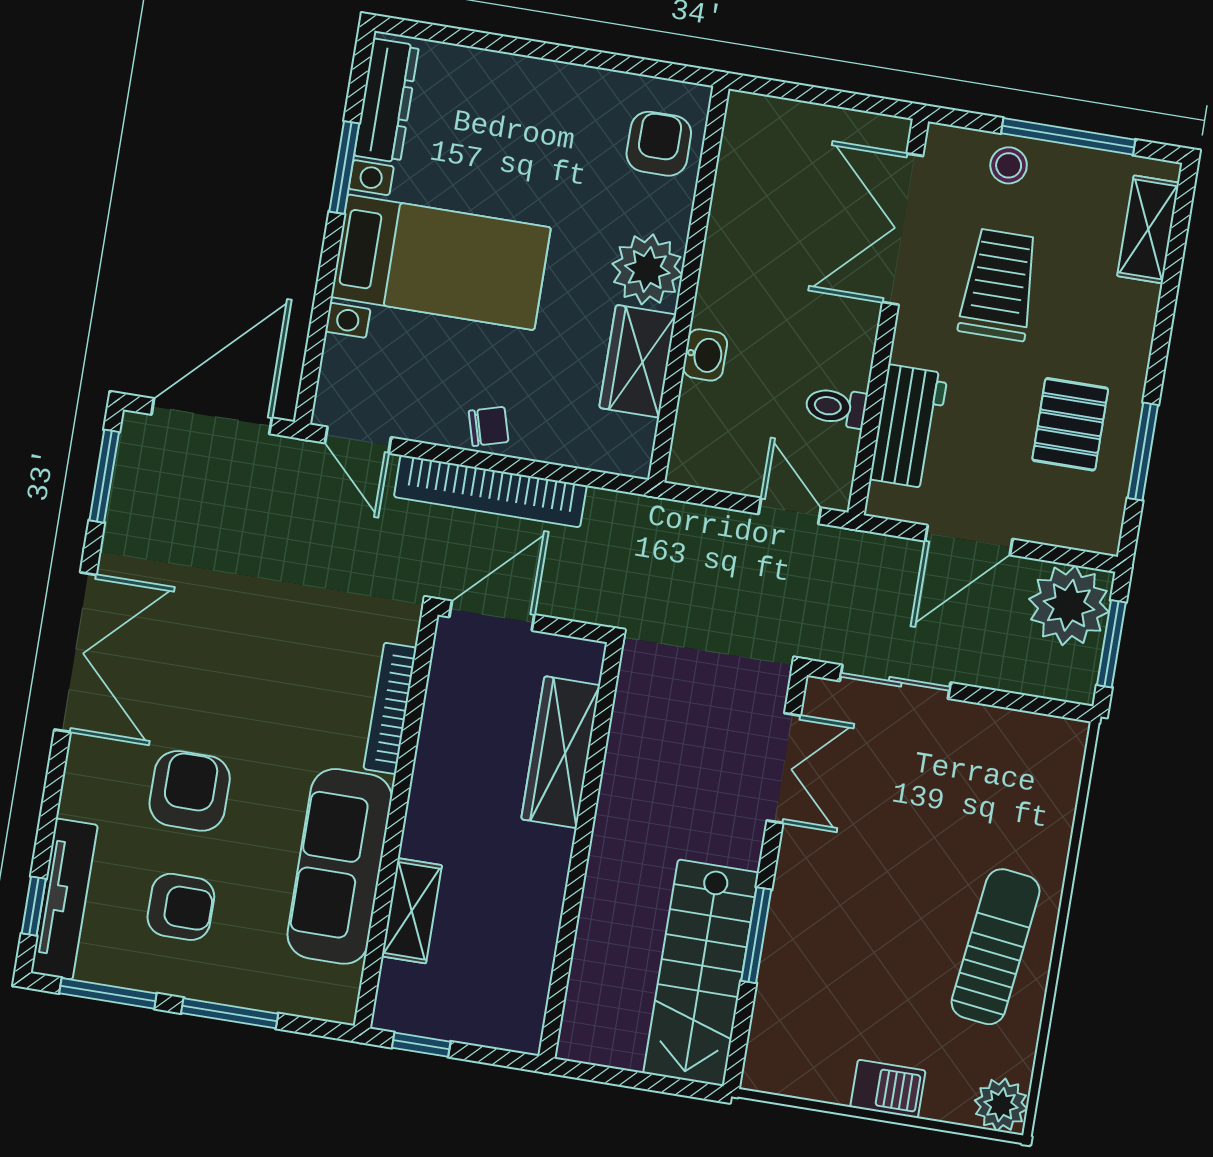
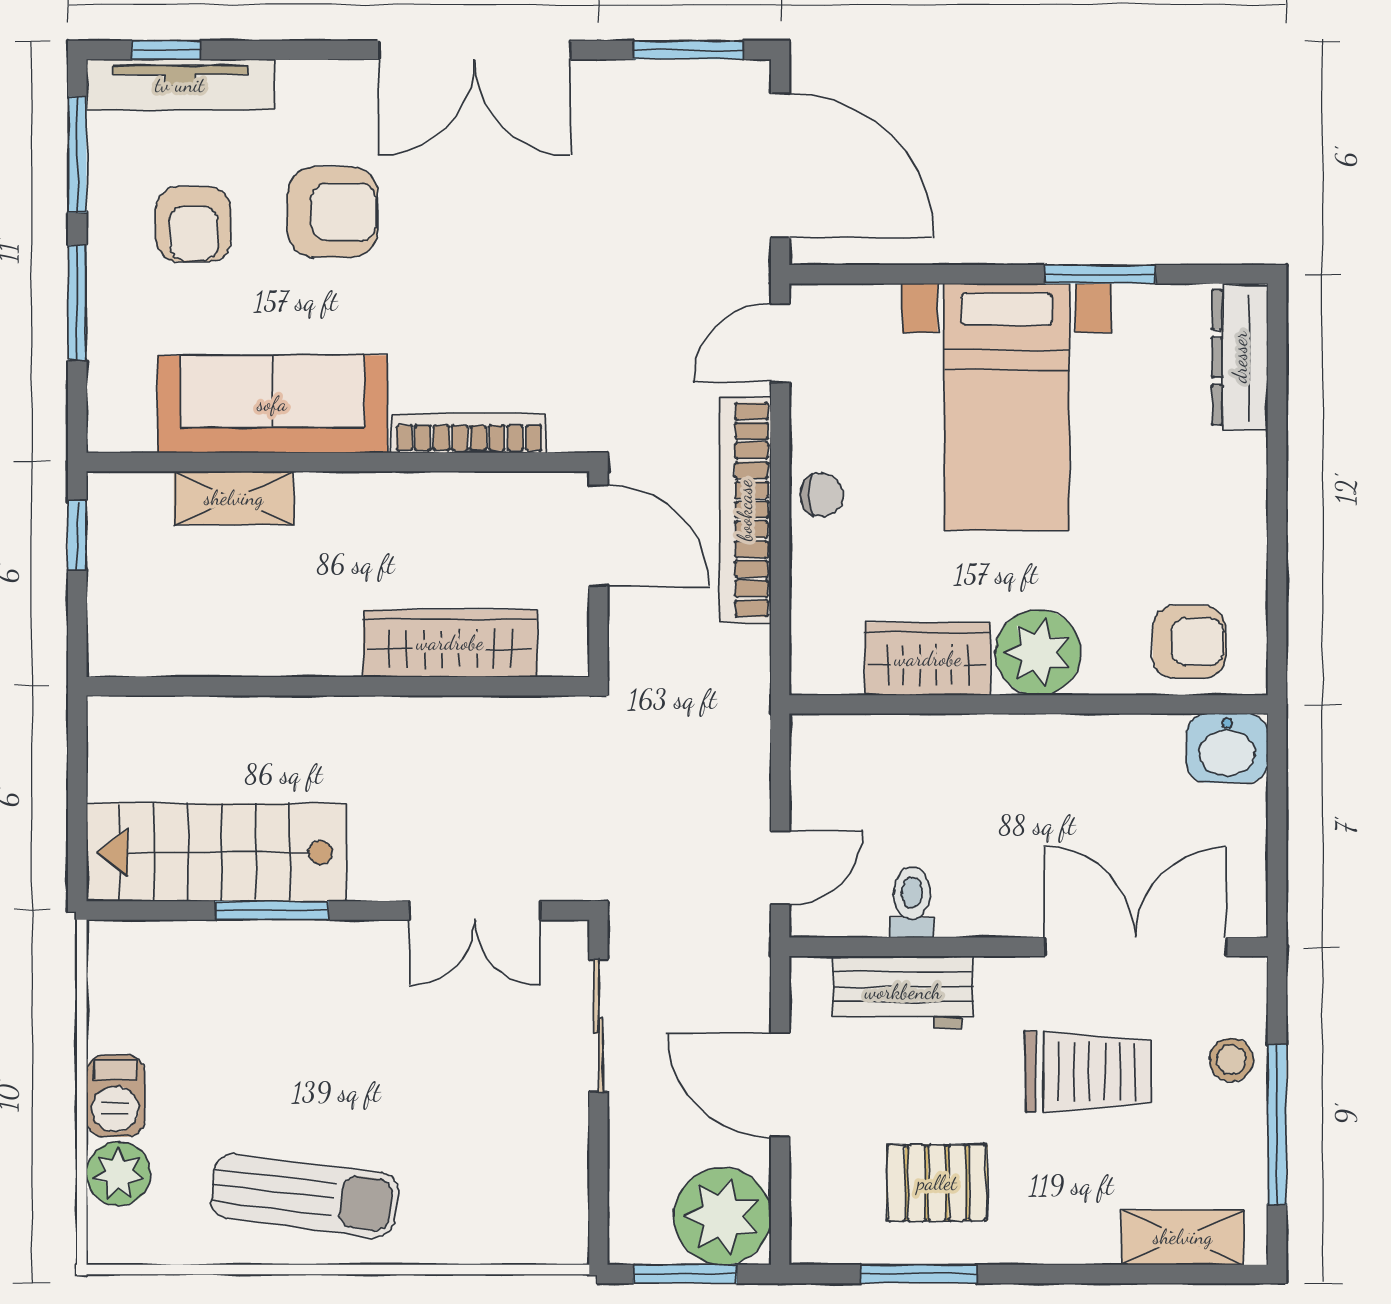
dresser: (386, 101) -> (1240, 357), moved, turned 90
washbasin: (705, 355) -> (1227, 748), moved, width x1.38, depth x1.45
chair: (489, 426) -> (822, 495), turned -74
plant: (1001, 1105) -> (118, 1174), moved

